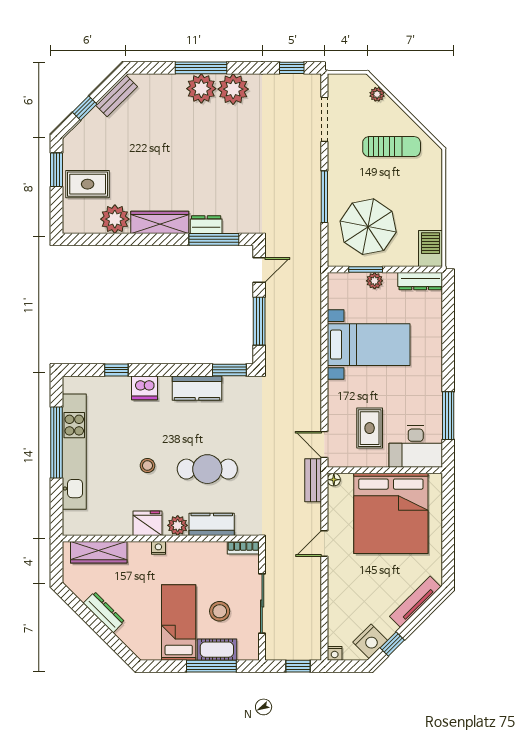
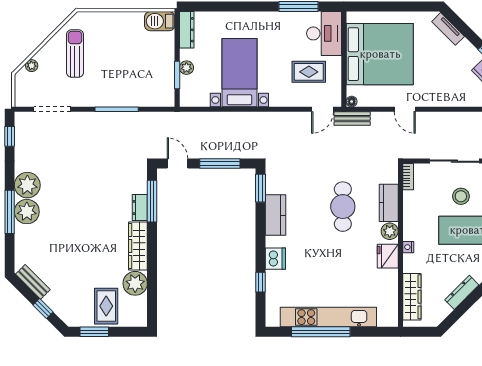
parasol: (368, 227) -> (142, 73), removed
stool: (147, 466) -> (340, 256), removed
tv unit: (415, 602) -> (448, 29), width x0.71

